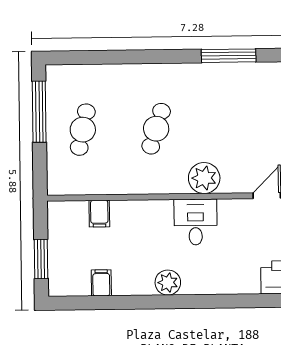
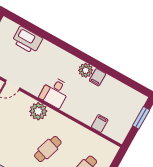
filing cabinet: (101, 283) -> (97, 77), moved

